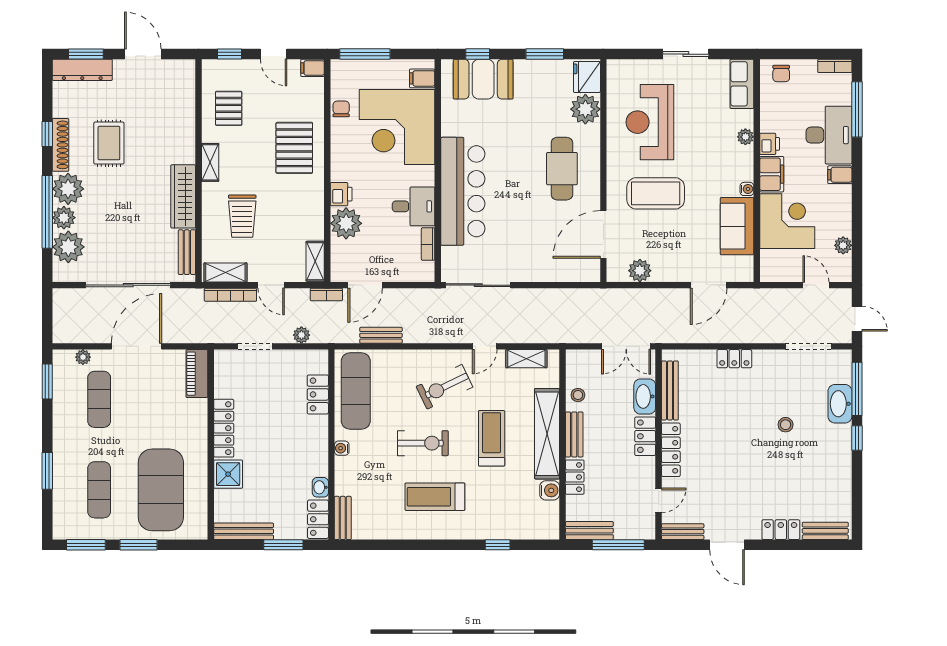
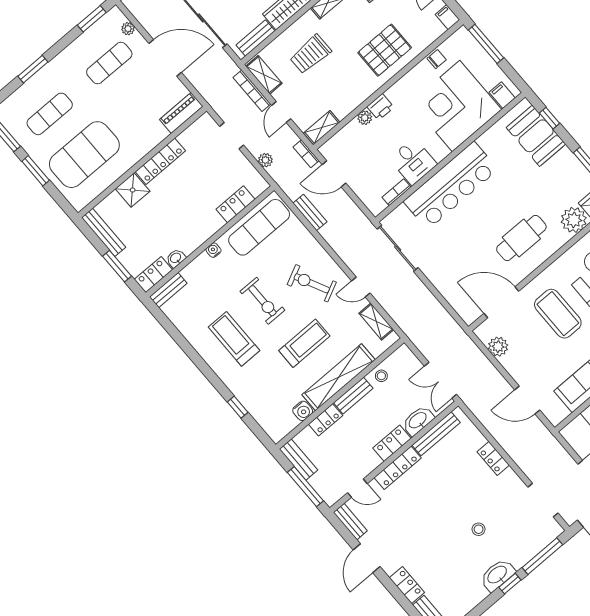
plant: (346, 223) -> (365, 118), width x0.53, depth x0.53
washbasin: (840, 404) -> (497, 575), moved

